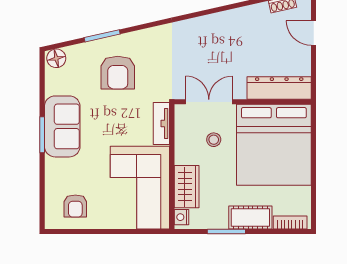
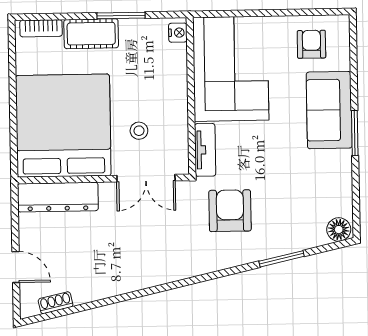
armchair: (118, 73) -> (230, 211), moved
sofa: (62, 126) -> (329, 110), moved
wardrobe: (187, 187) -> (172, 71), removed

